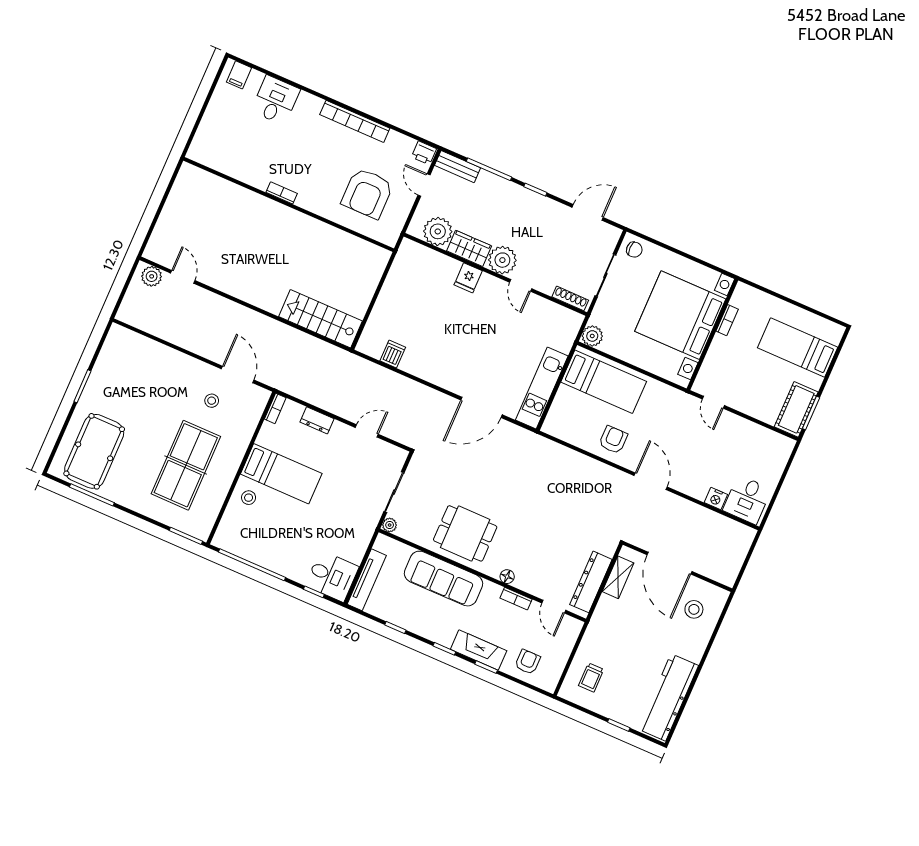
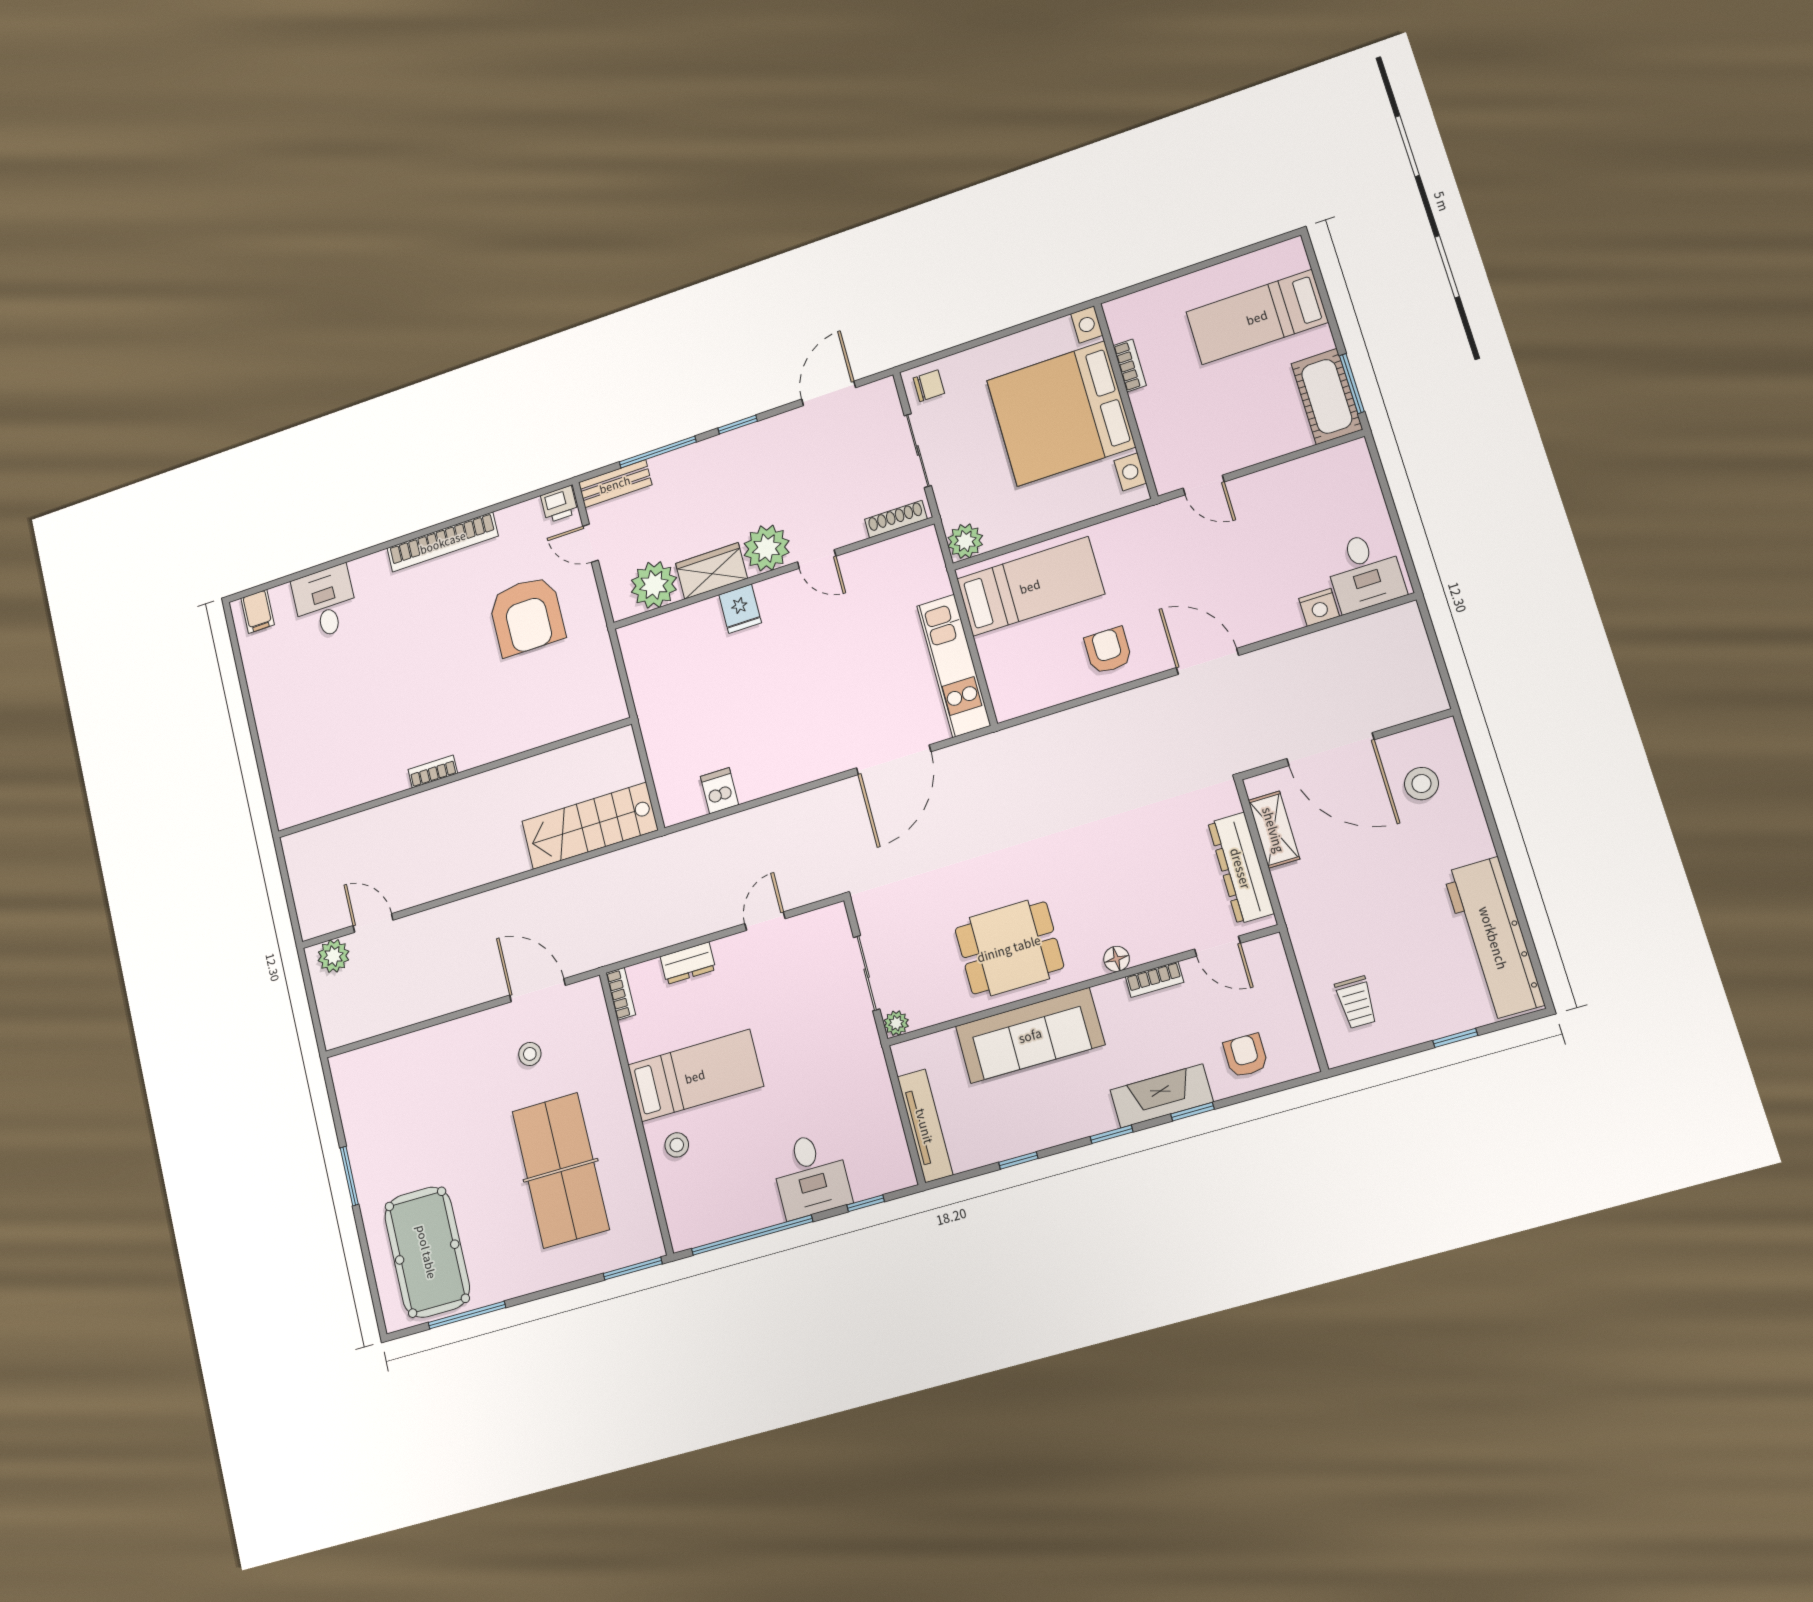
bookcase: (282, 193) -> (433, 771), moved
wall: (289, 204) -> (453, 778), moved
desk: (332, 576) -> (811, 1175), moved, turned 90

